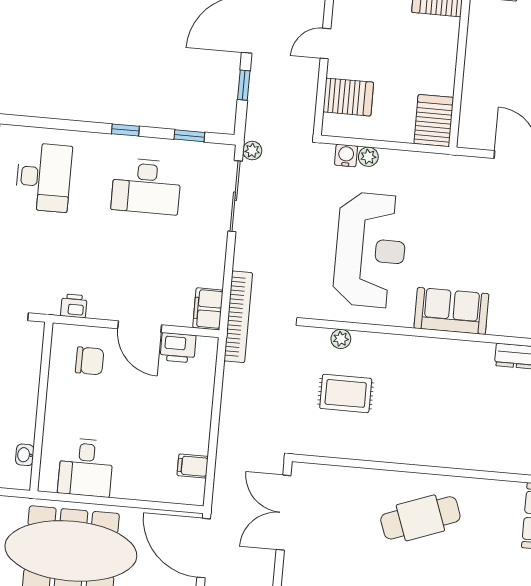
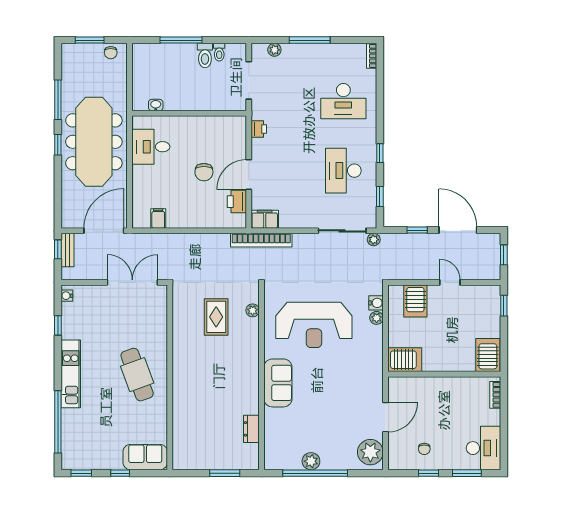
chair: (90, 361) -> (204, 172), moved

